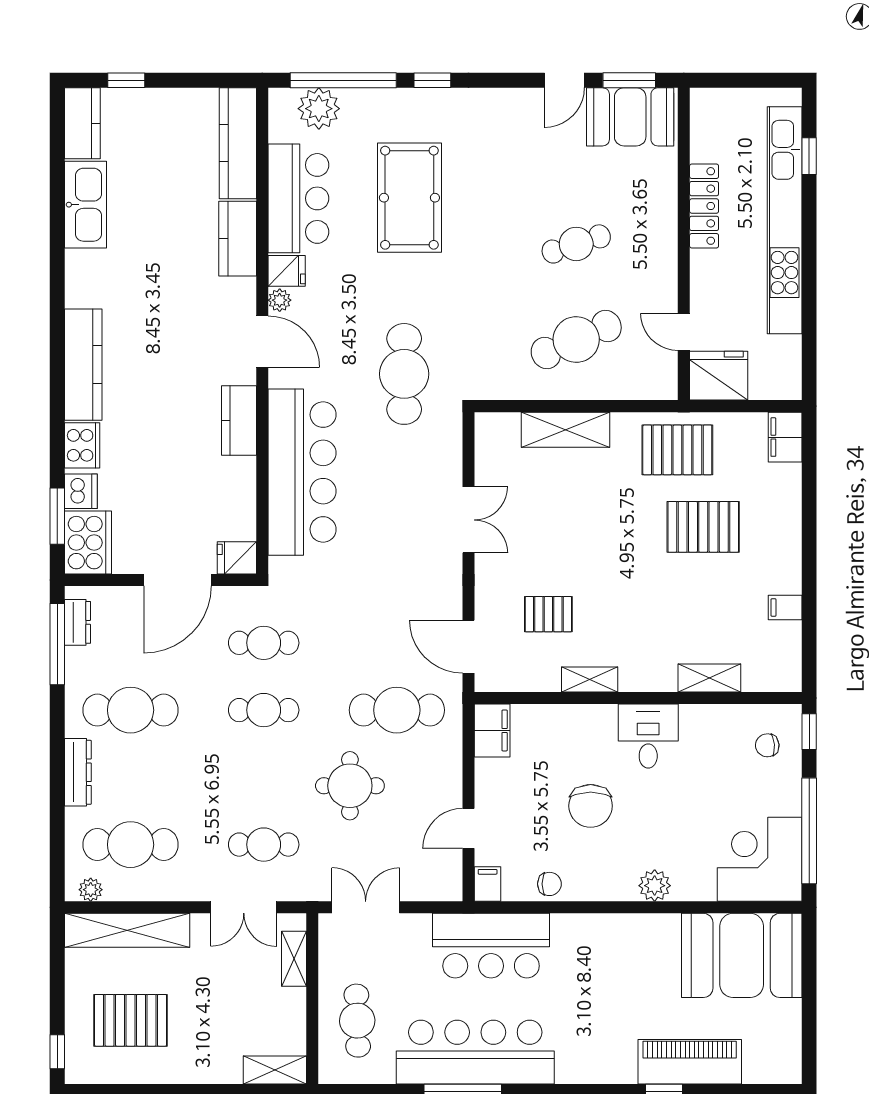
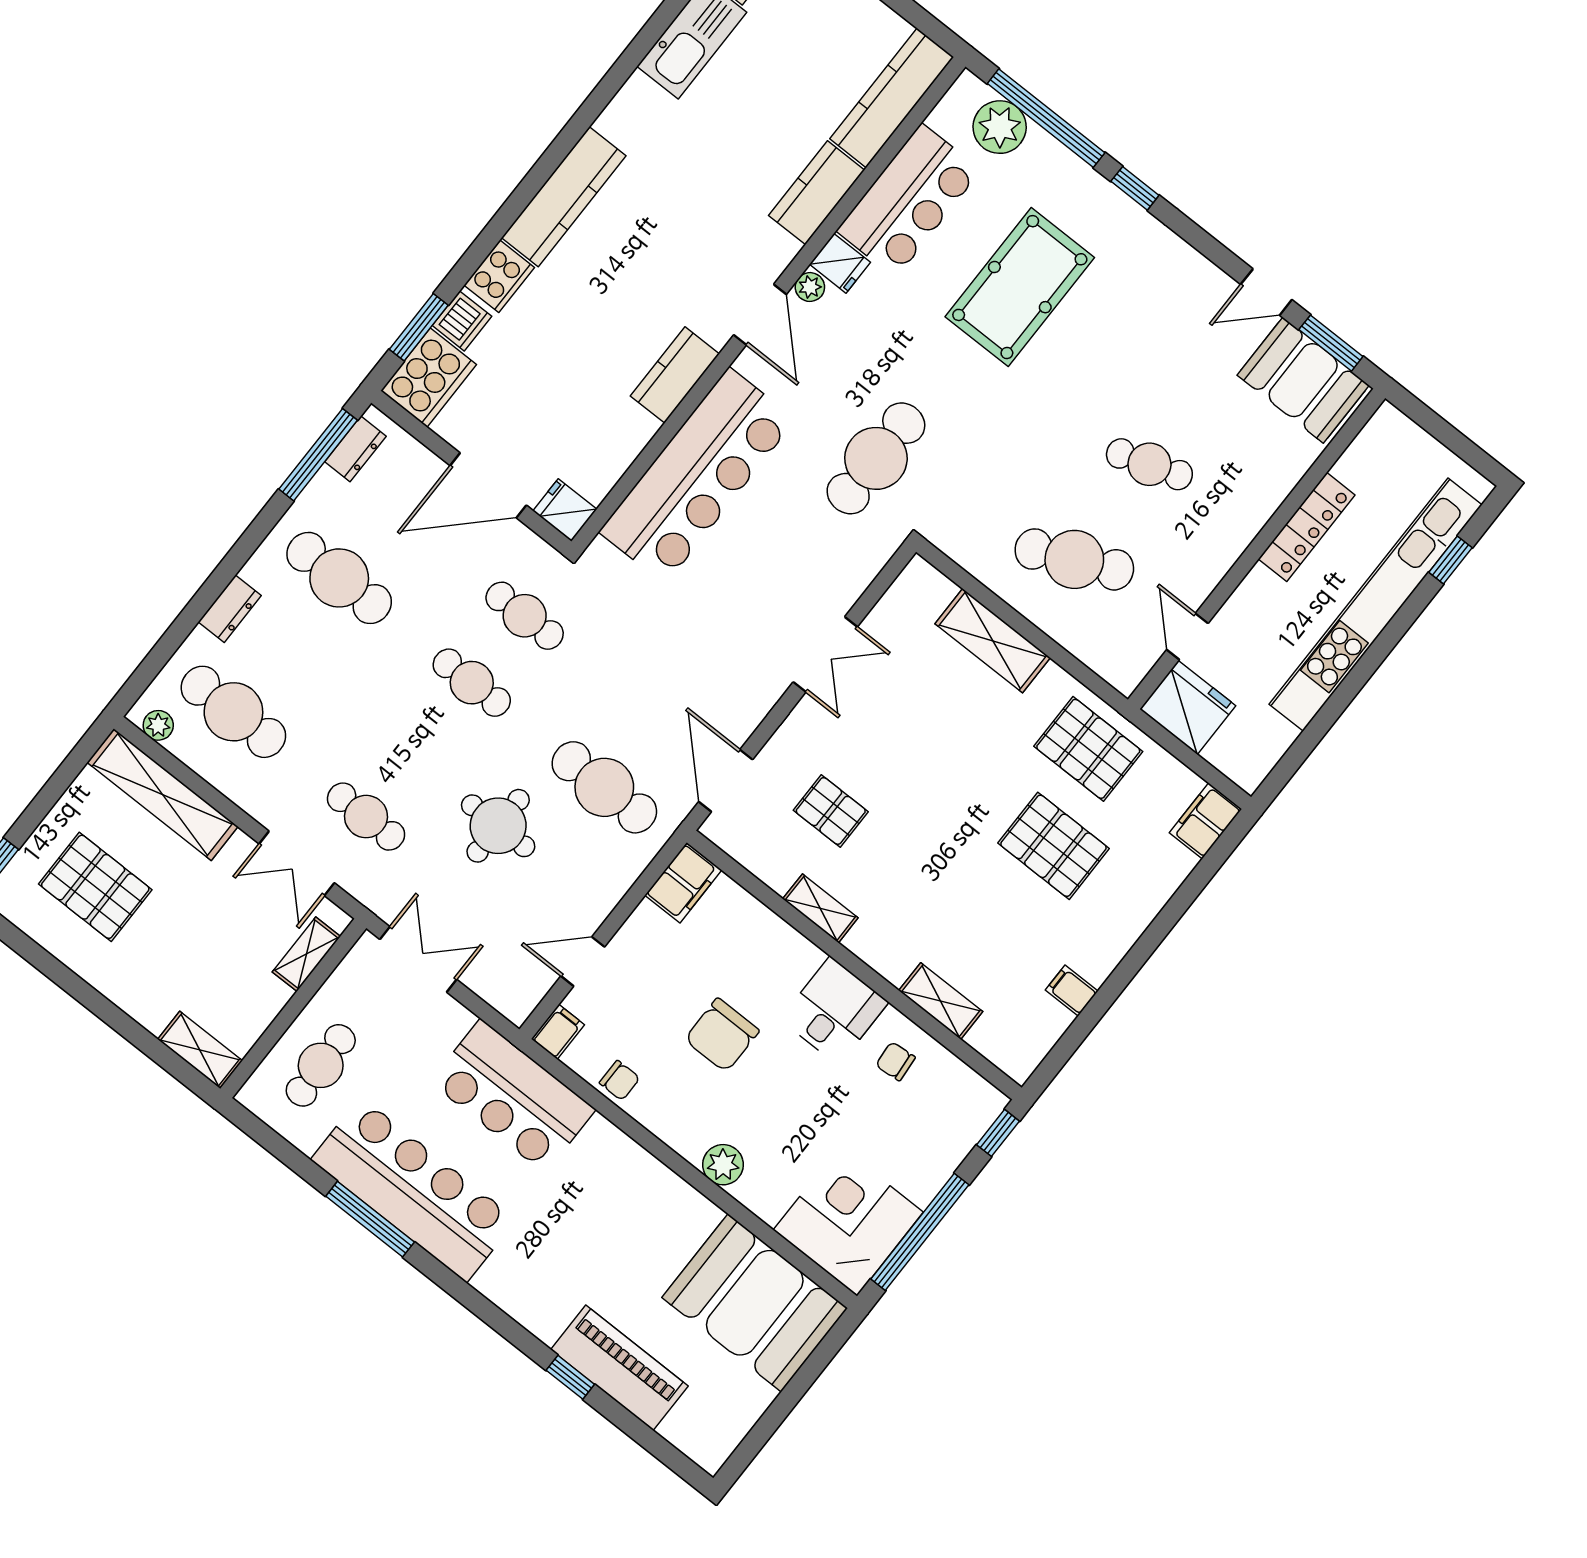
chair: (767, 745) -> (895, 1061), moved
dresser: (78, 772) -> (230, 609), width x0.70

